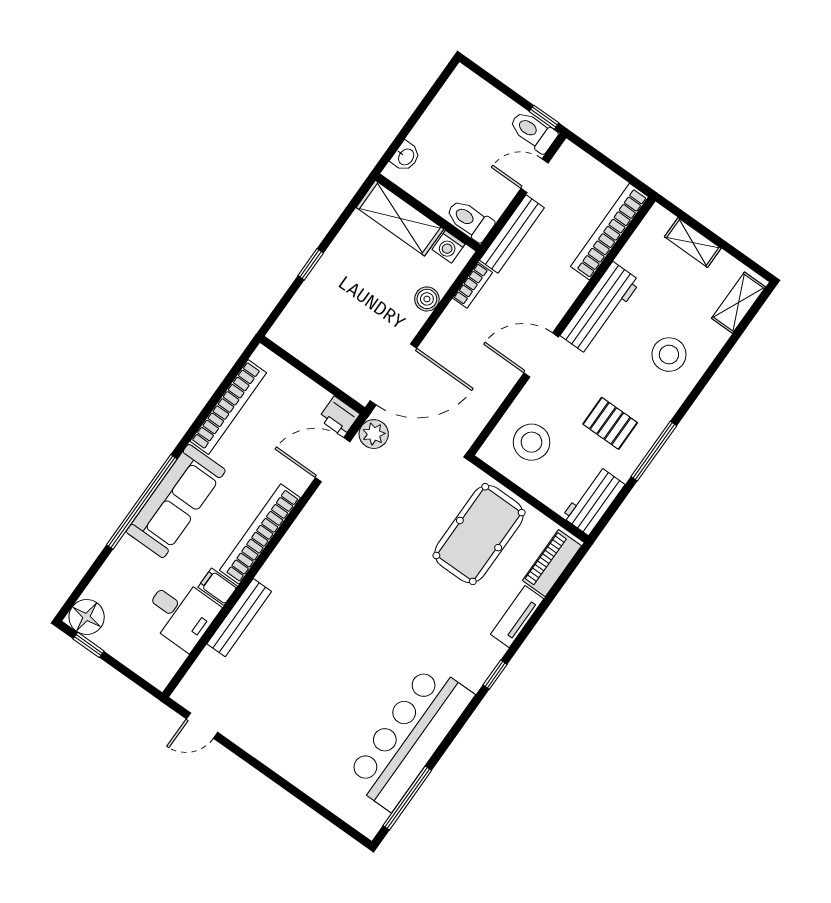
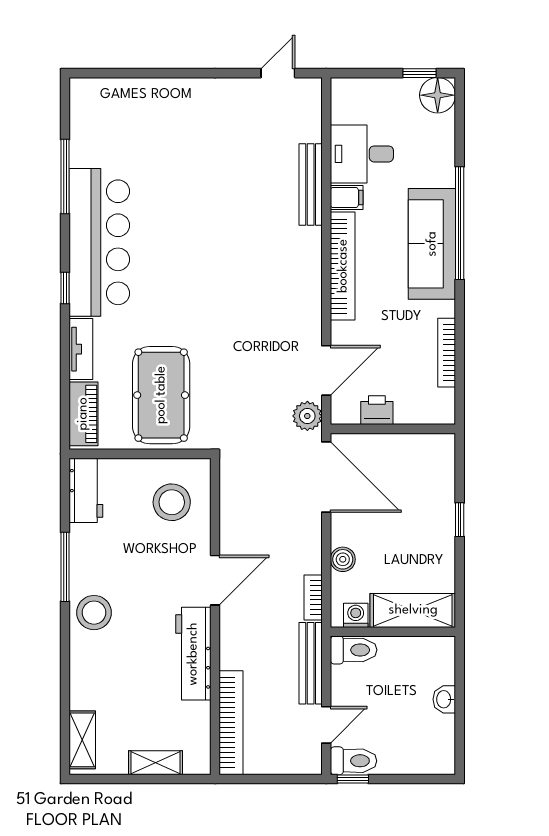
washbasin: (406, 157) -> (444, 699), moved
stool: (669, 355) -> (94, 613), moved
door: (393, 374) -> (326, 477), swing flipped
bookcase: (228, 407) -> (447, 353), width x0.68, depth x0.76
printer: (339, 416) -> (377, 410), moved
pallet: (610, 423) -> (118, 564), removed
bar counter: (409, 737) -> (99, 242), moved
window: (407, 798) -> (65, 177), moved

